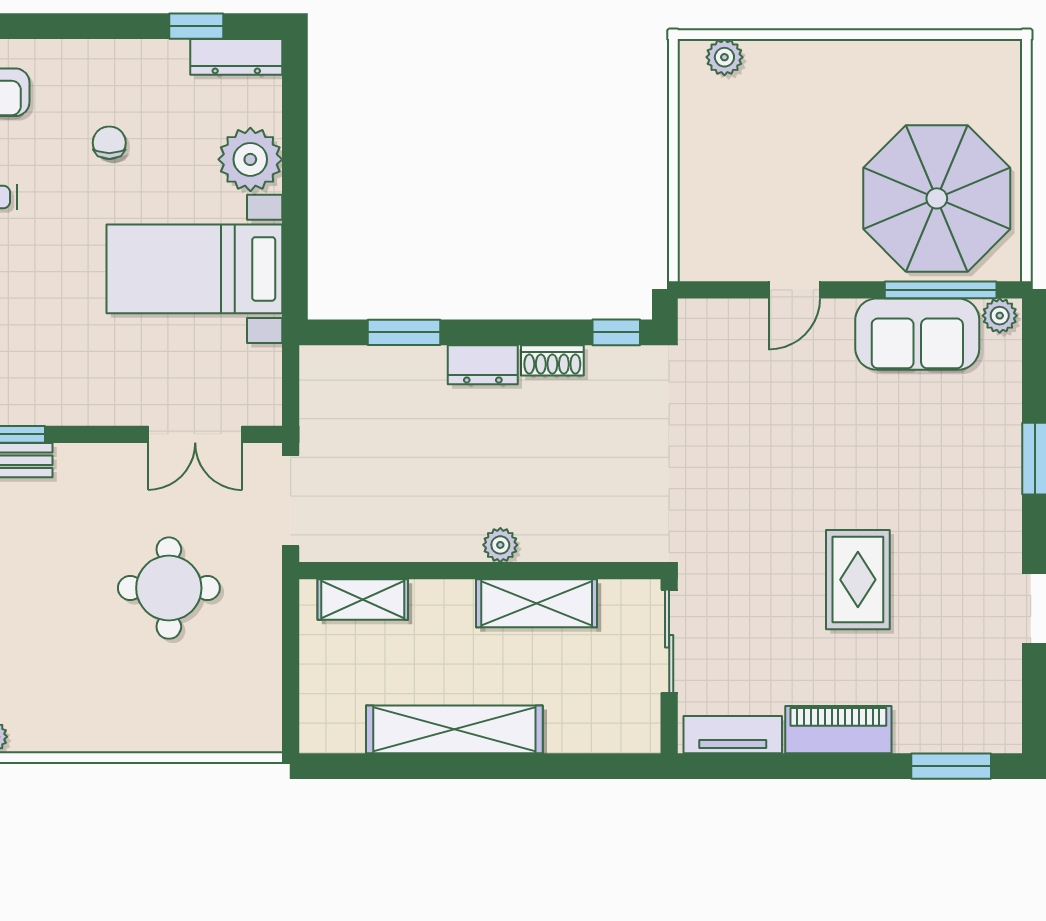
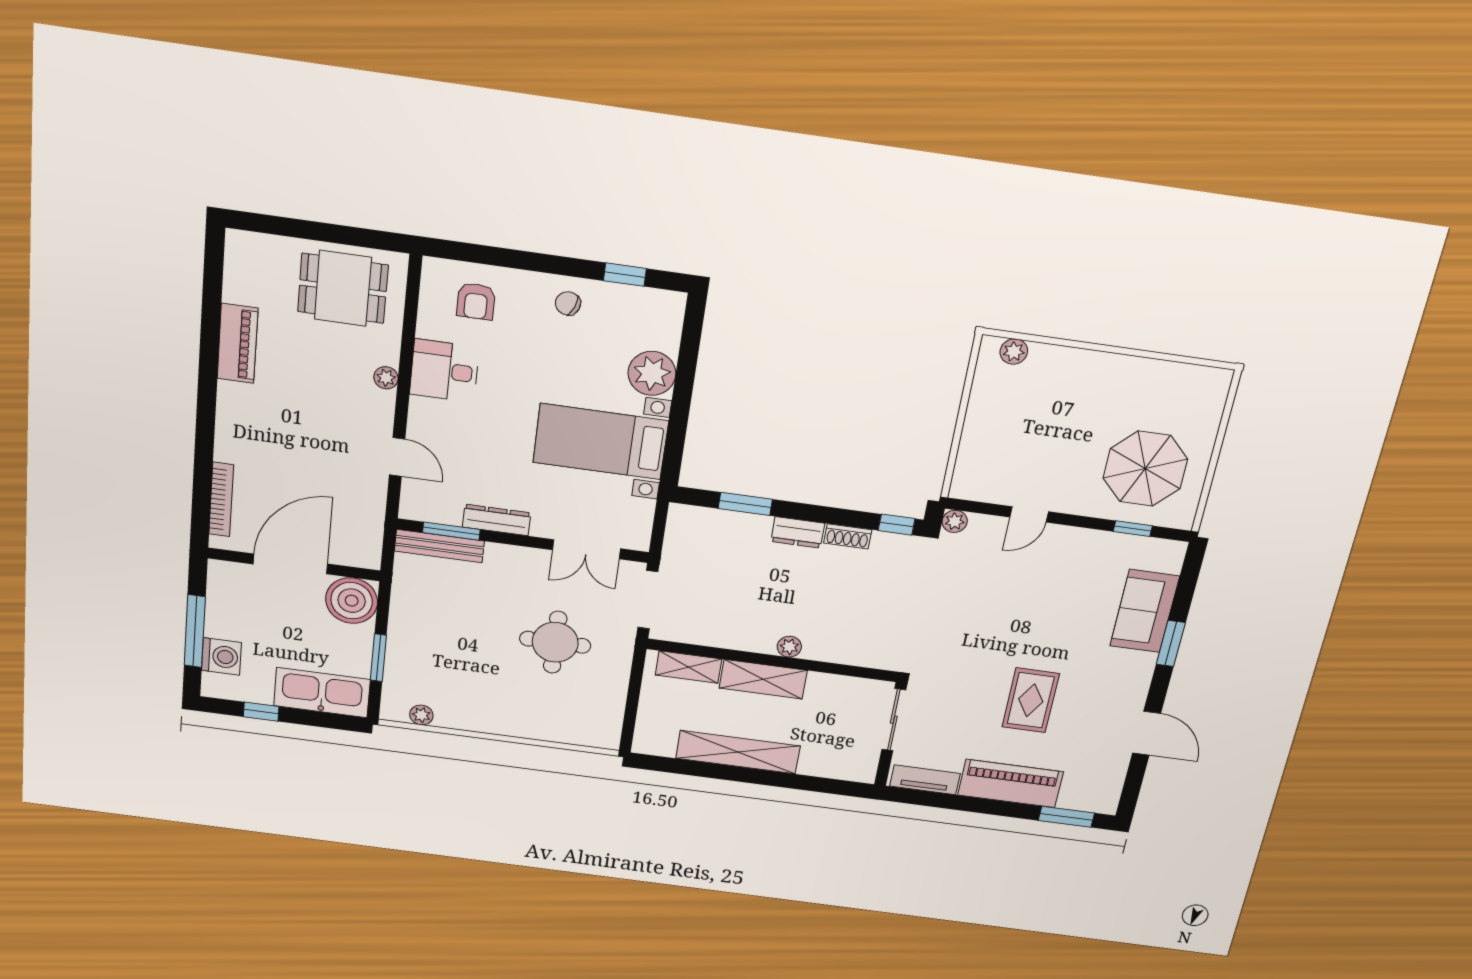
dresser: (236, 57) -> (497, 520), moved, turned 180
chair: (109, 143) -> (568, 303), moved, turned -69
parasol: (937, 198) -> (1145, 469), width x0.73, depth x0.73
window: (941, 290) -> (1133, 529), width x0.46
plant: (1000, 316) -> (955, 521), moved
sofa: (917, 334) -> (1145, 611), moved, turned 90
shelving: (537, 603) -> (763, 679), moved
piano: (838, 730) -> (1010, 783), width x1.37, depth x1.33

